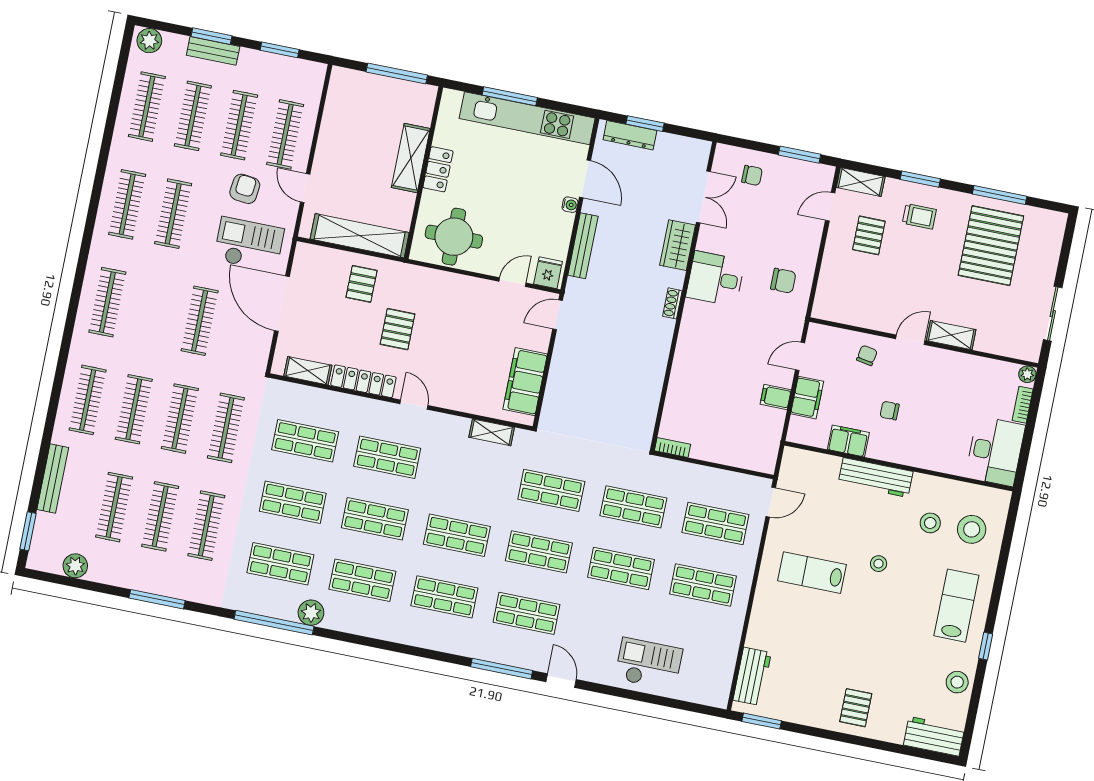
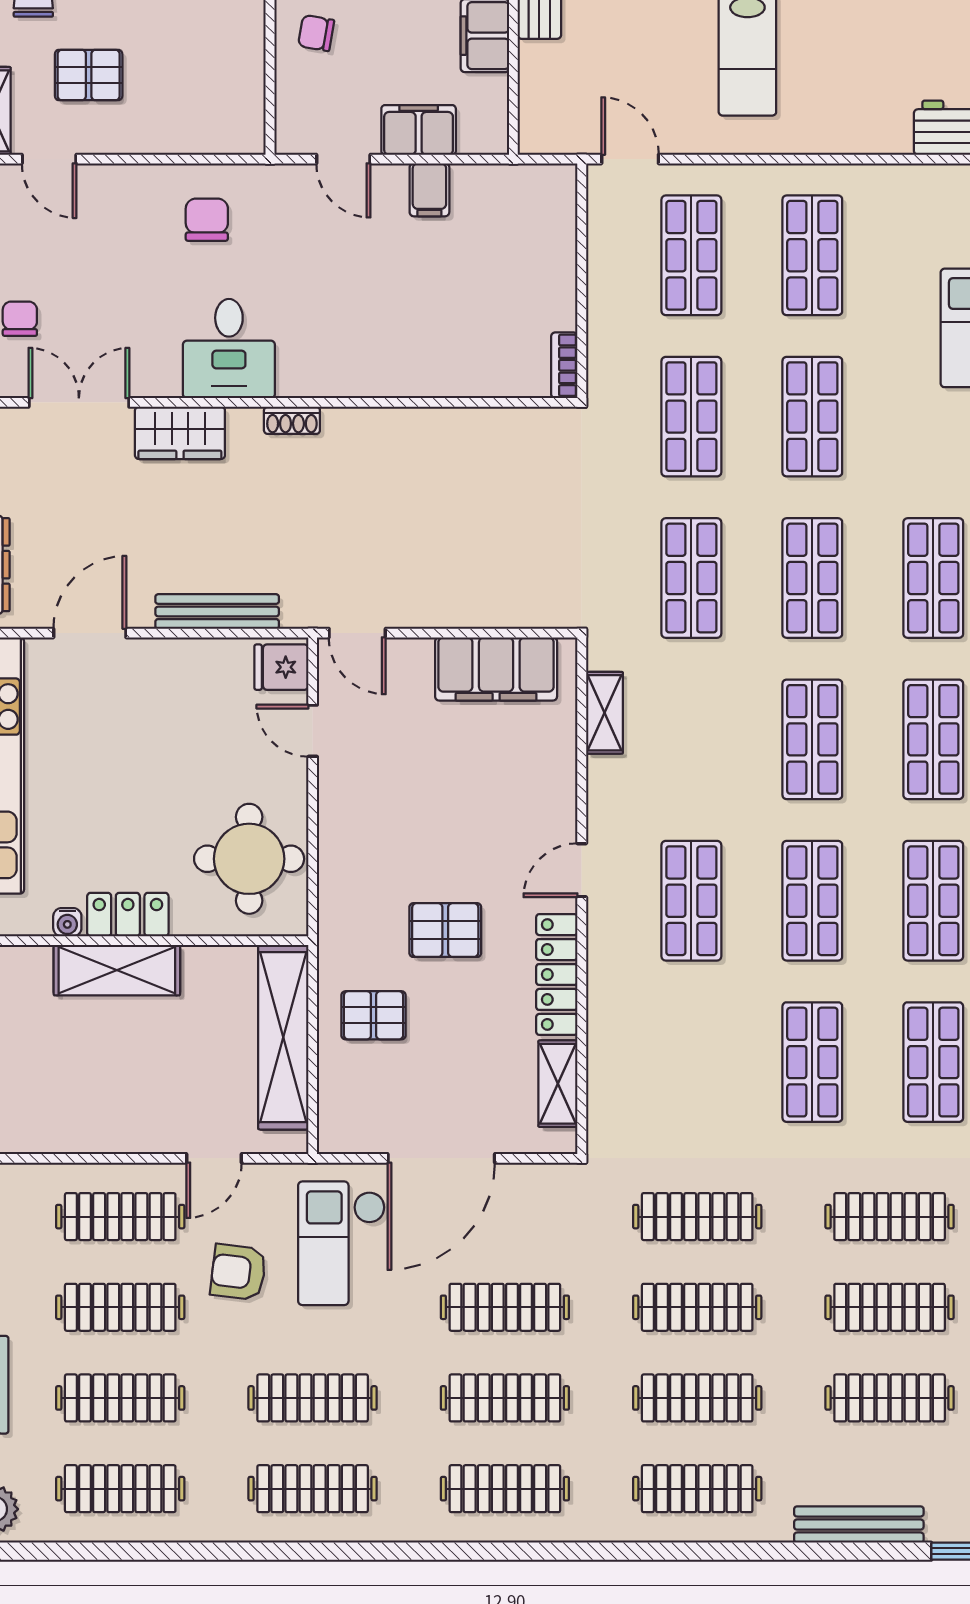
water cooler: (570, 205) -> (67, 922), moved, turned 180
clothes rail: (153, 311) -> (505, 1398), added
shop shelf: (305, 441) -> (691, 1062), removed

